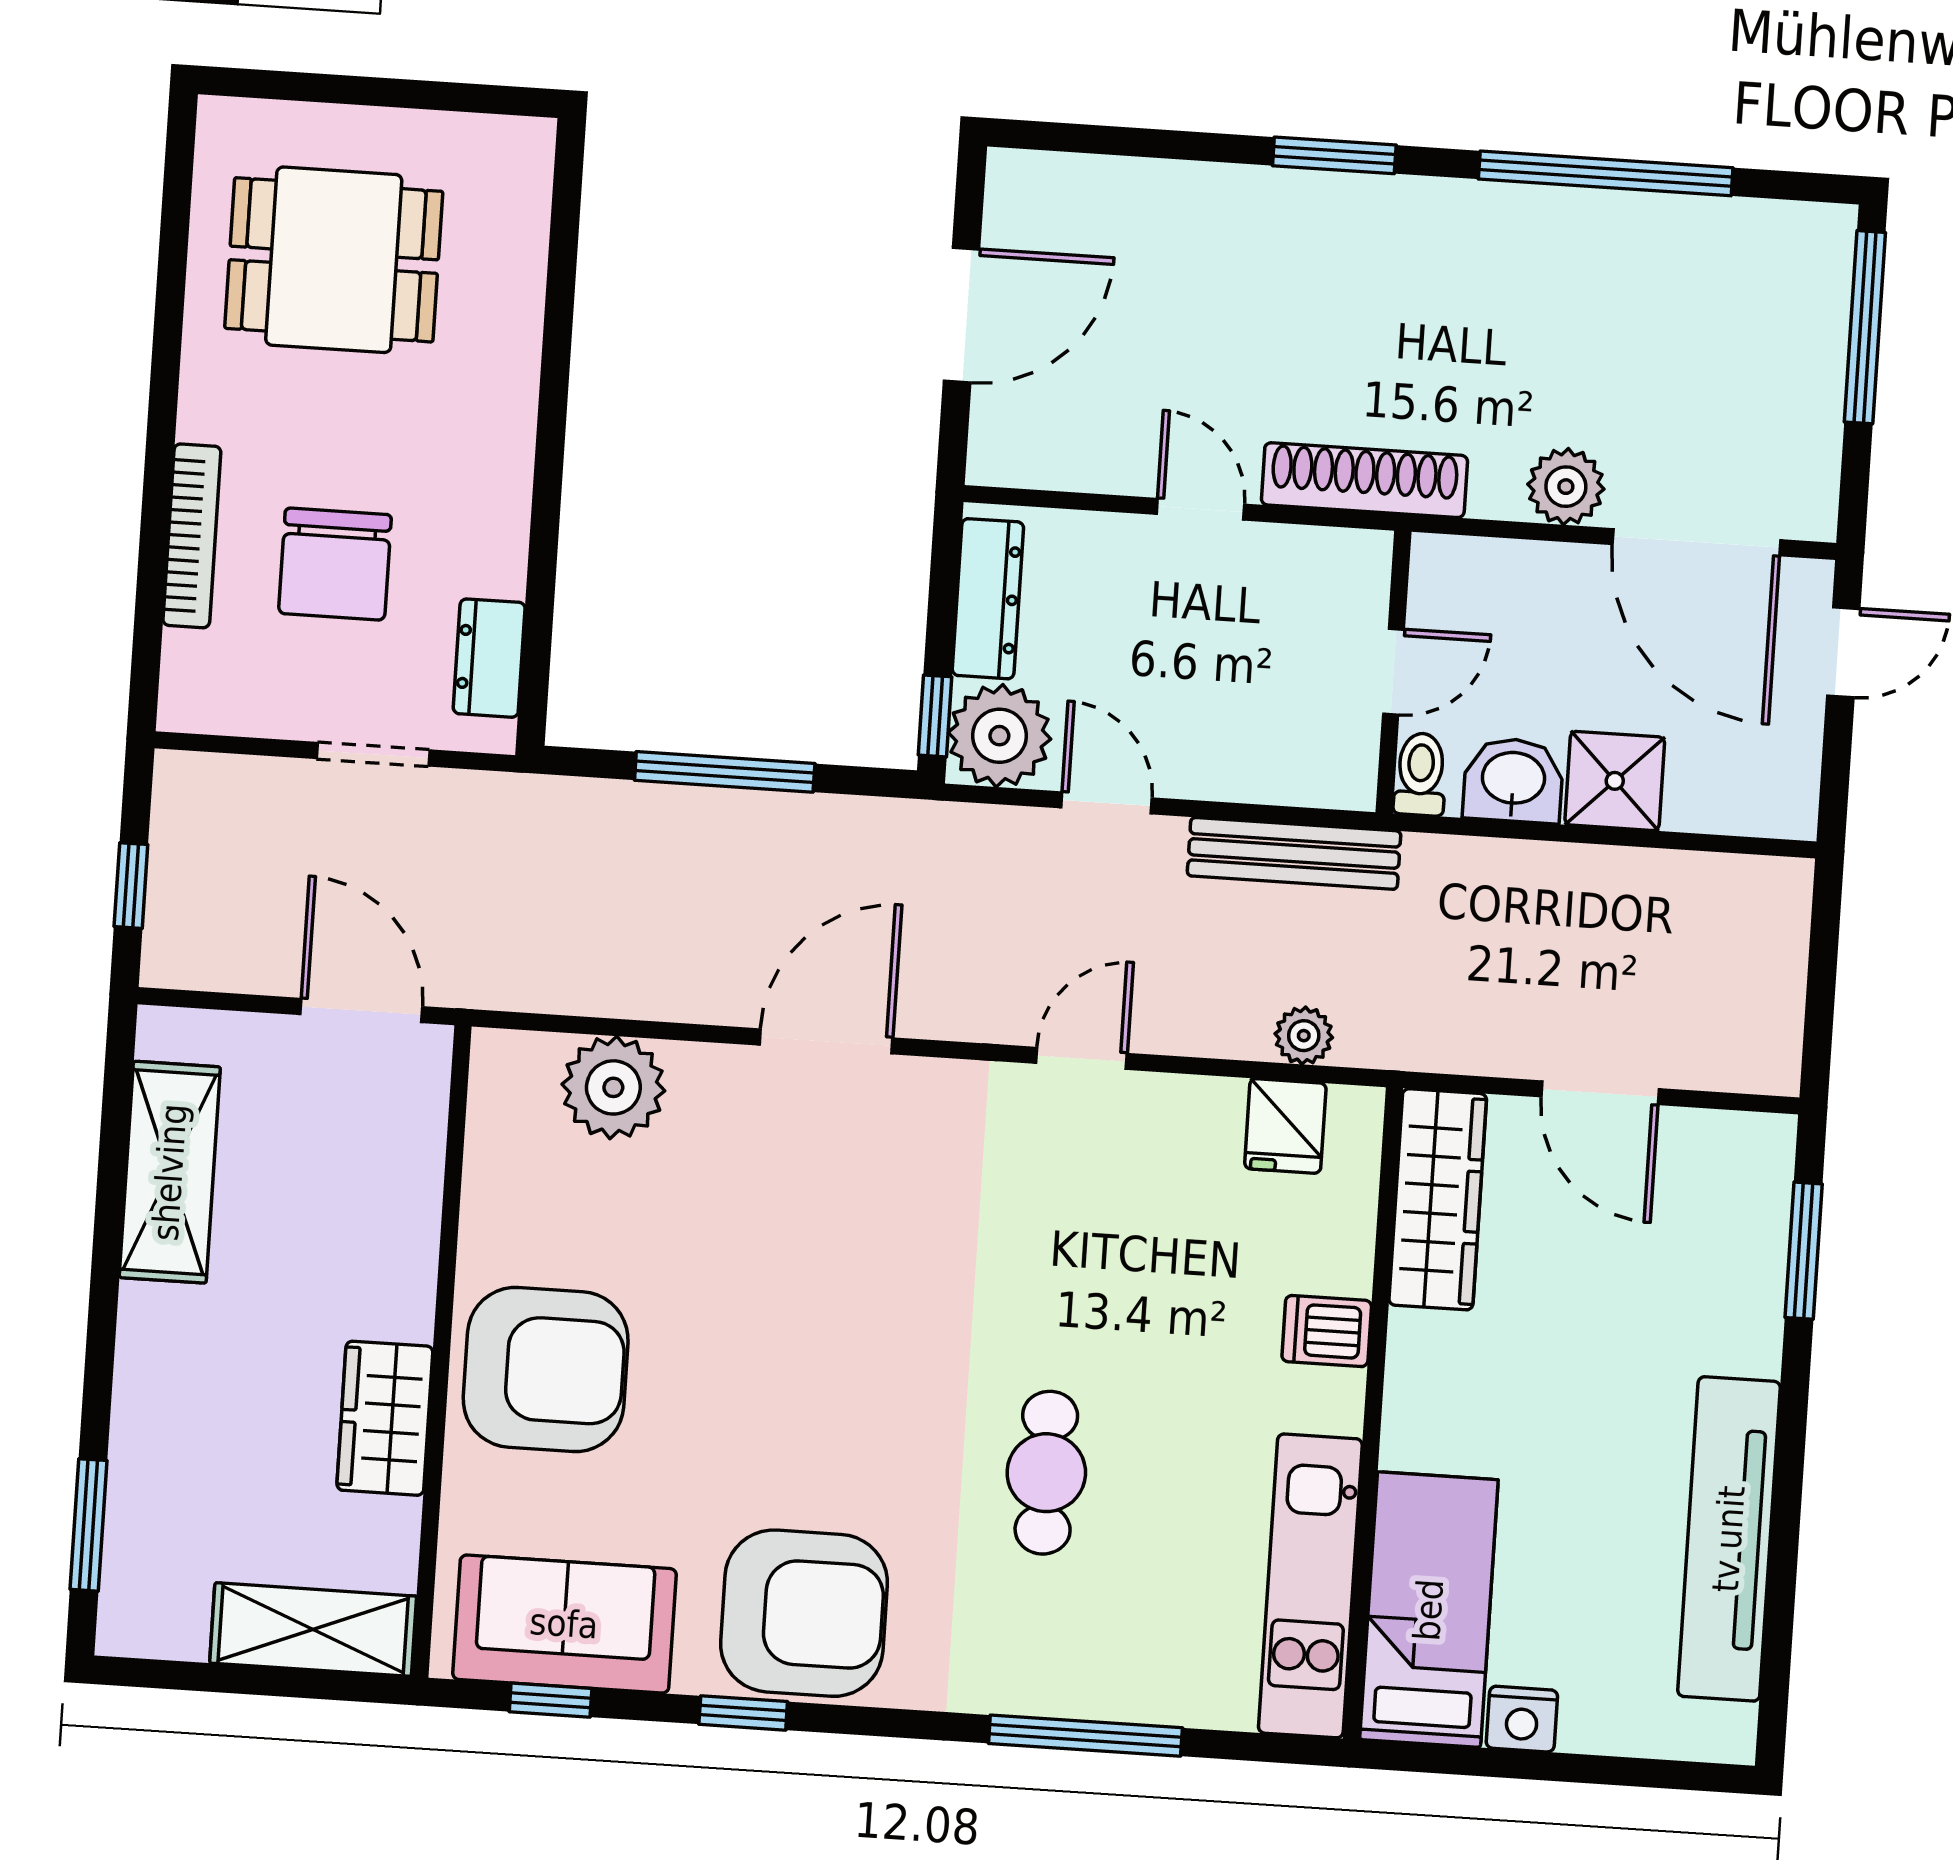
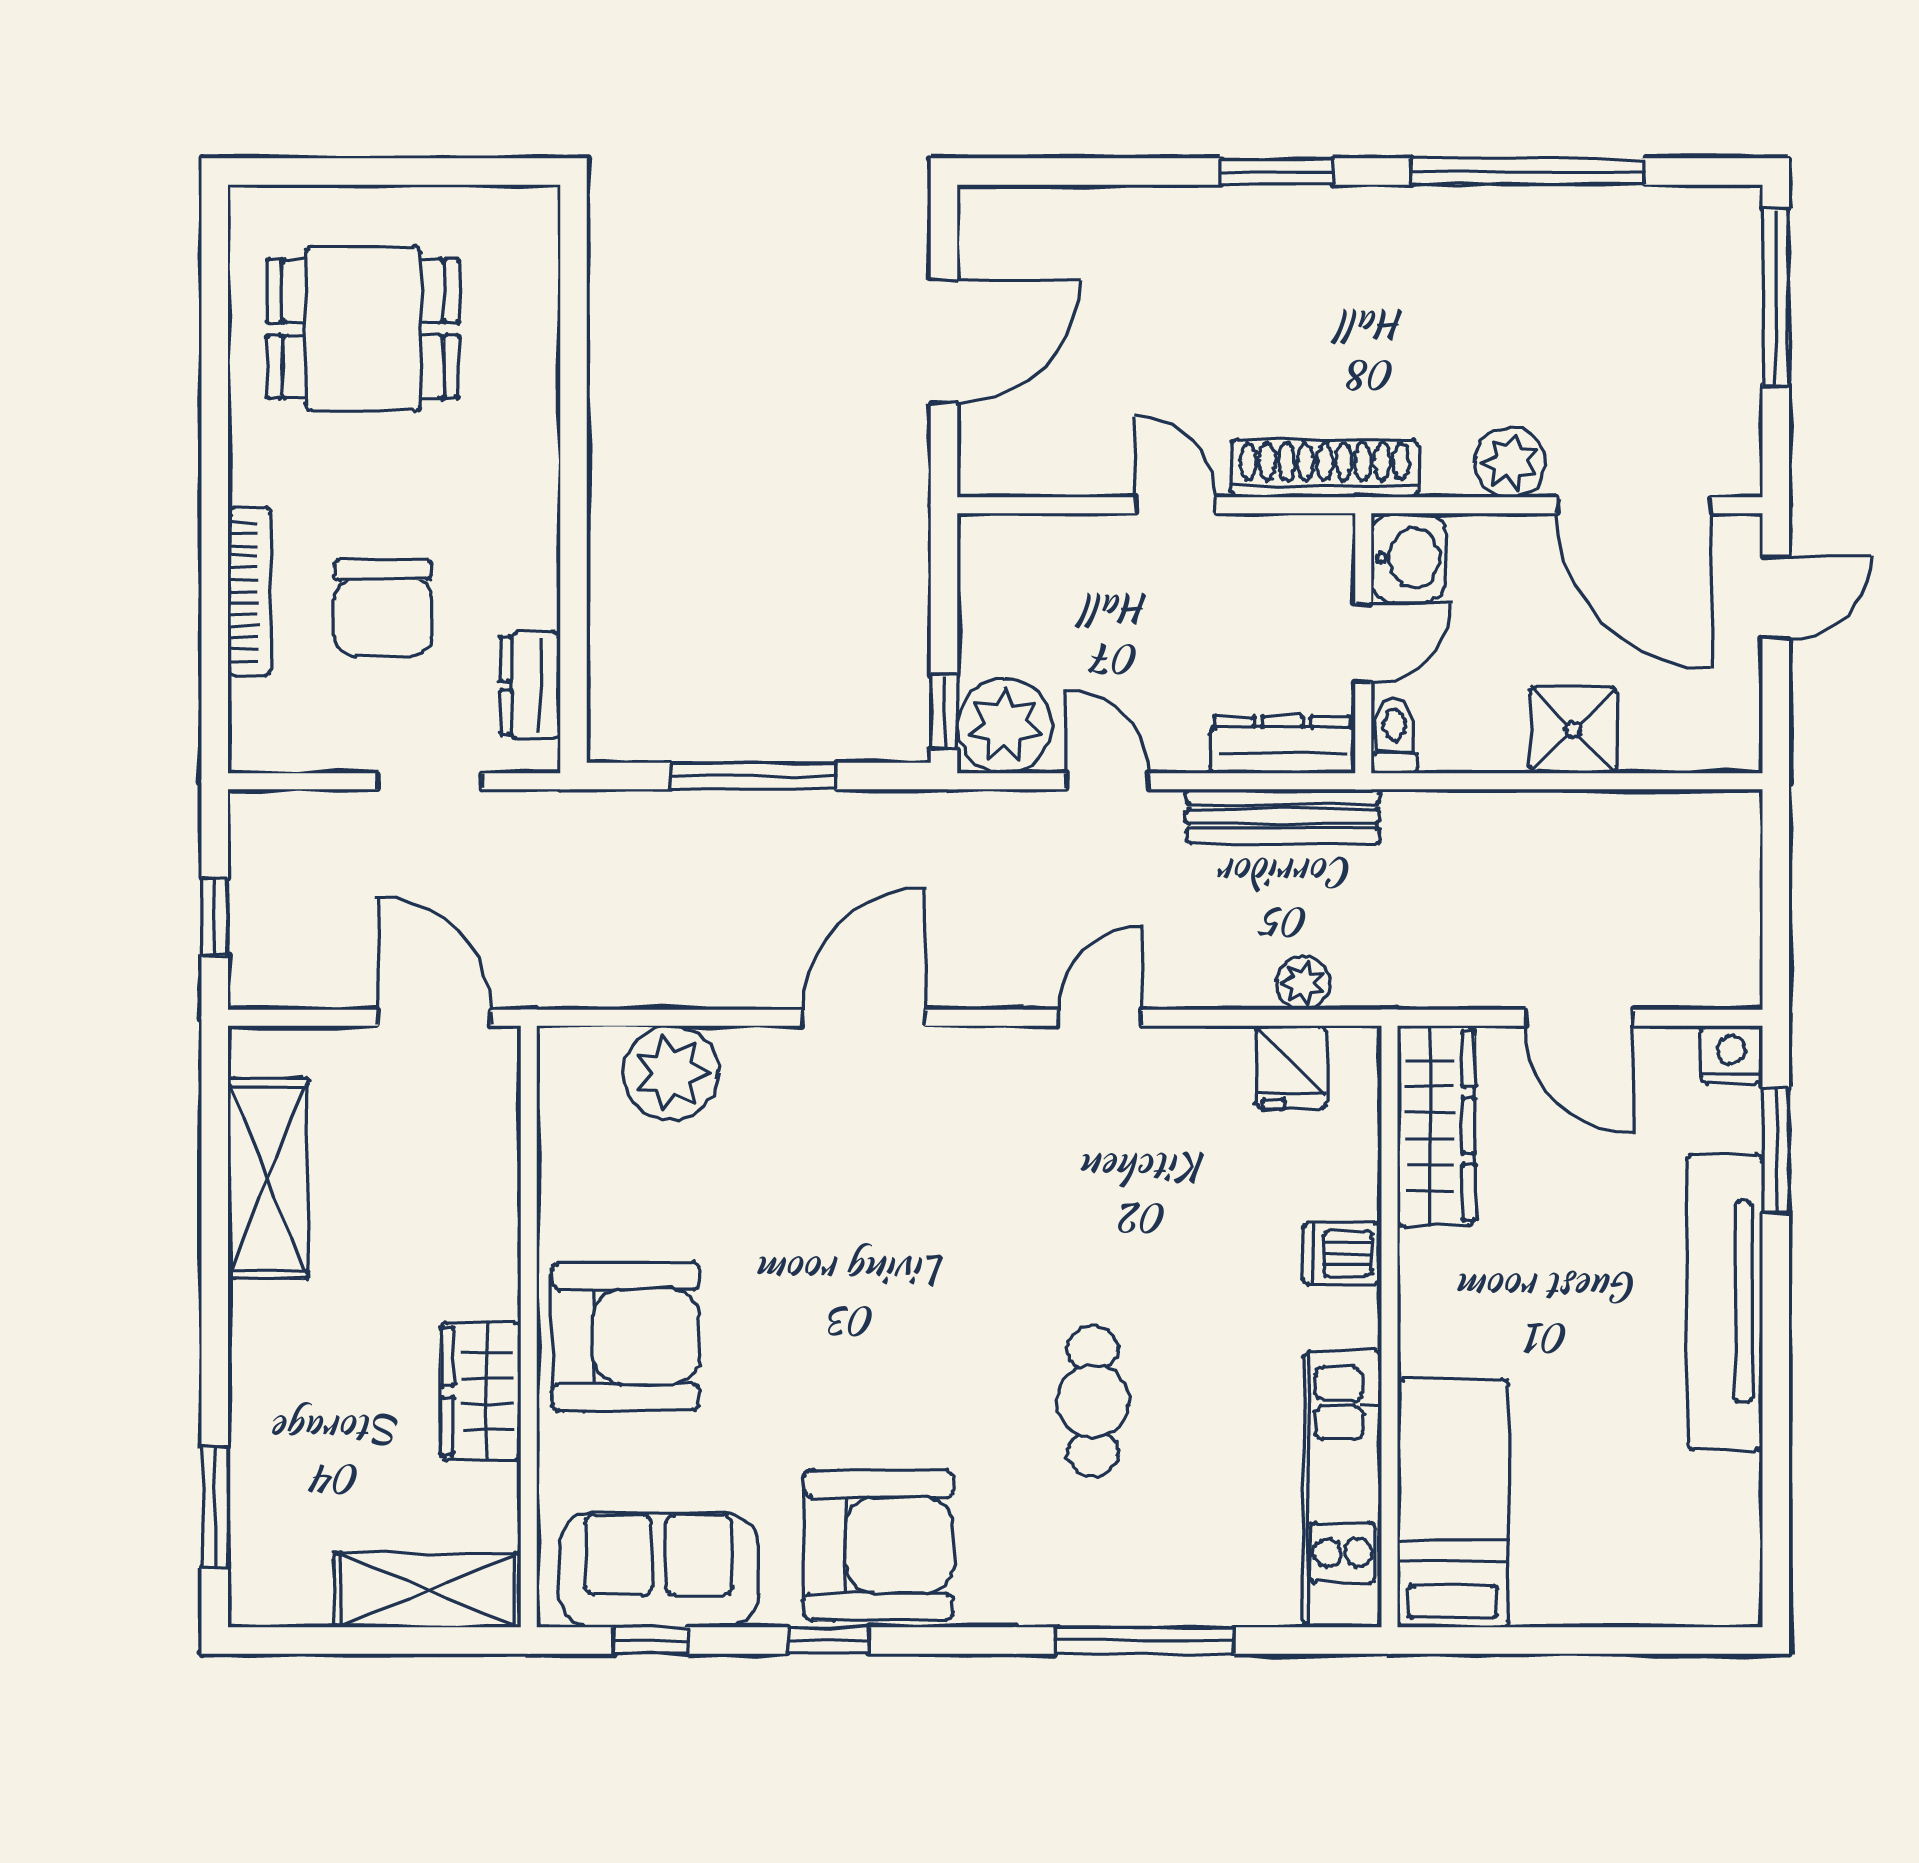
dresser: (988, 599) -> (1283, 745), moved, turned -90
washbasin: (1513, 780) -> (1409, 558), moved, turned 90
tv unit: (1729, 1539) -> (1725, 1302), moved
nightstand: (1522, 1719) -> (1731, 1054), moved, turned 180

